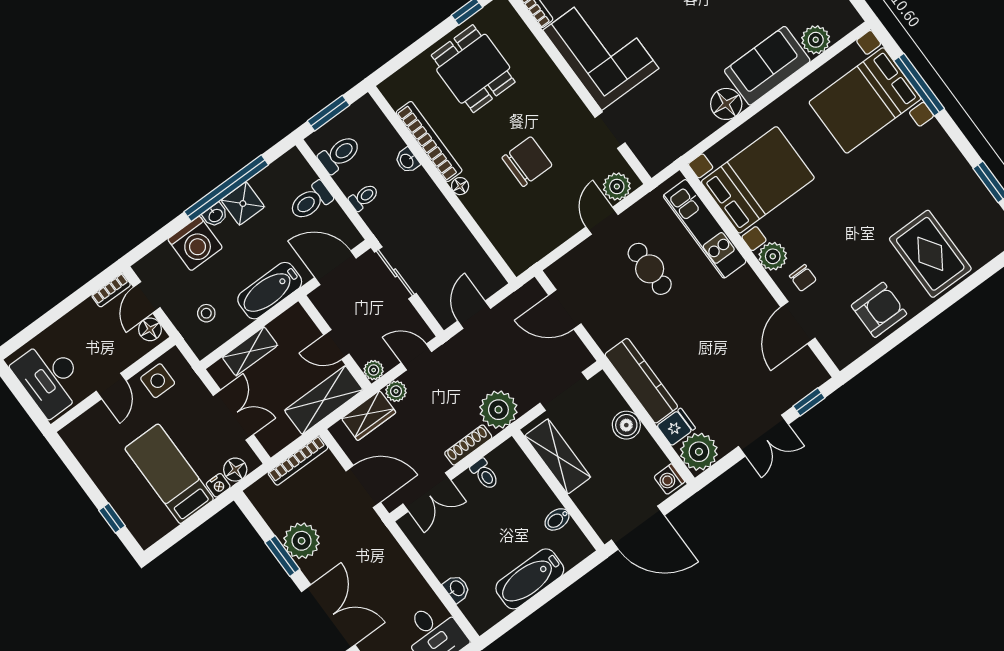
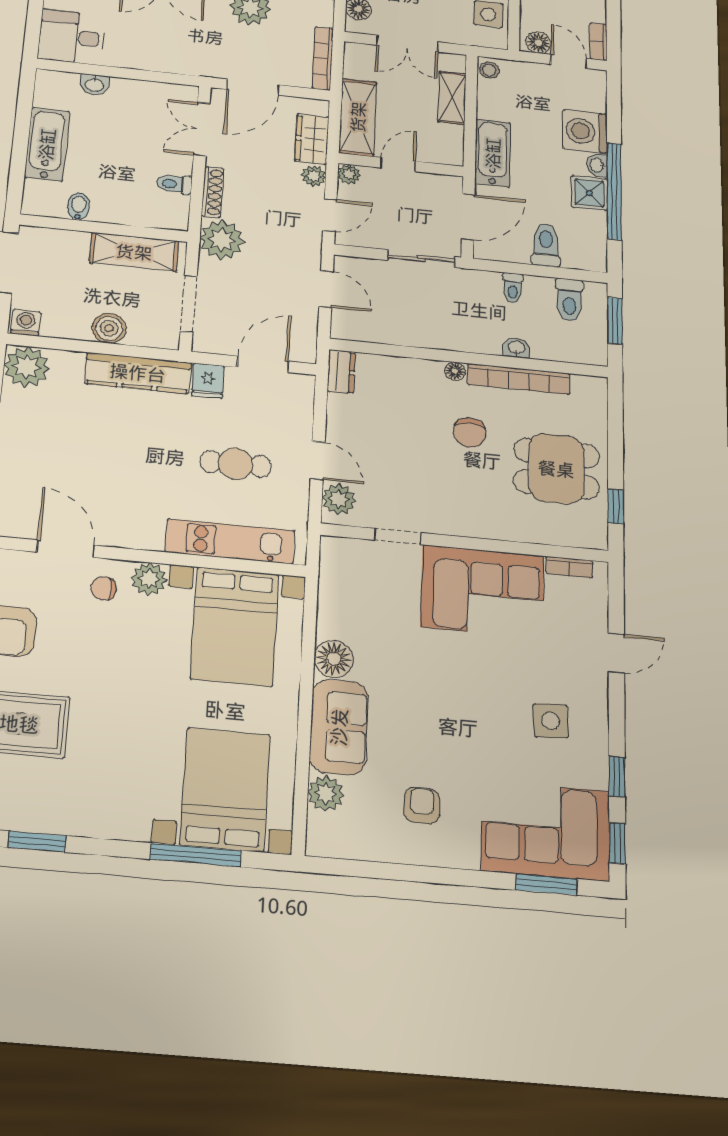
chair: (527, 162) -> (470, 433), moved, width x0.73, depth x0.73
dresser: (526, 257) -> (341, 372), added
stool: (206, 313) -> (489, 70), moved
fridge: (676, 427) -> (208, 381), moved

